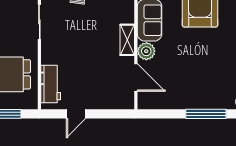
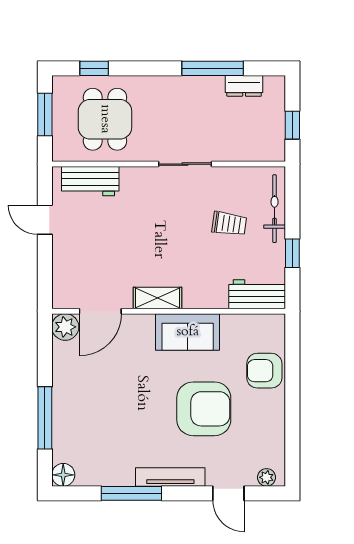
plant: (146, 51) -> (65, 327), moved

